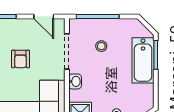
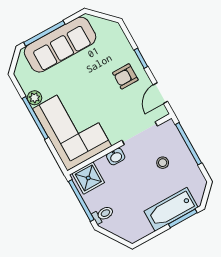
armchair: (21, 59) -> (125, 76), moved

